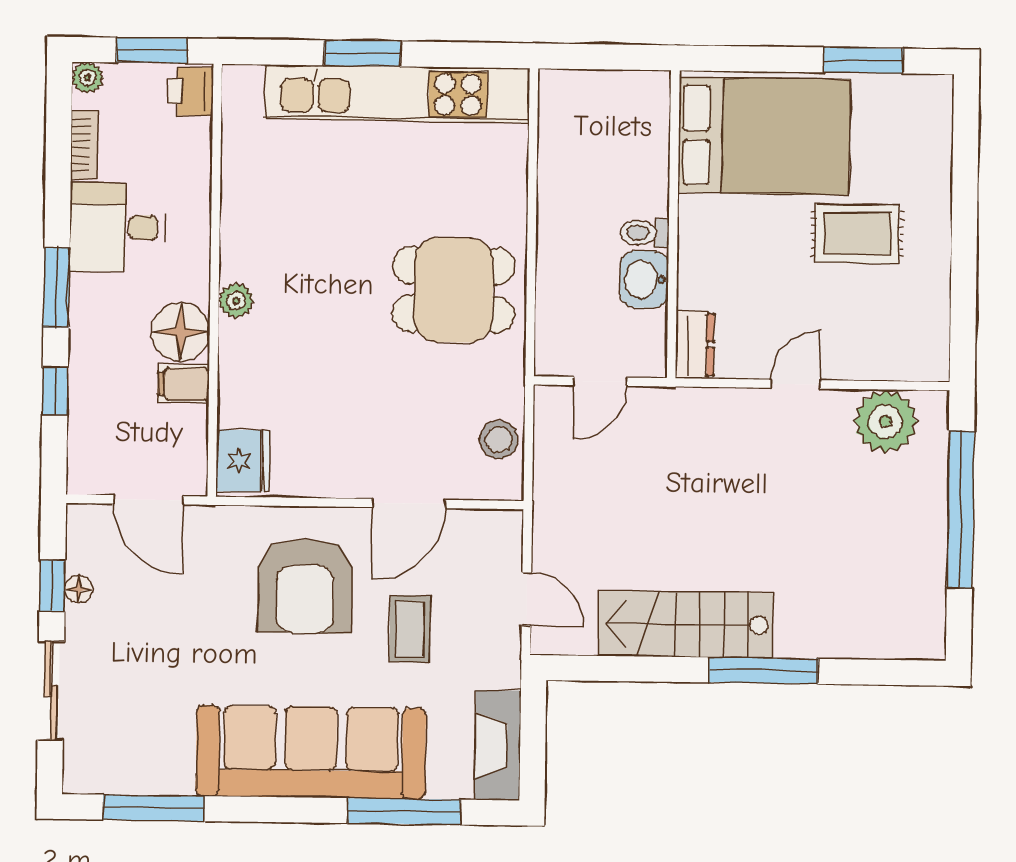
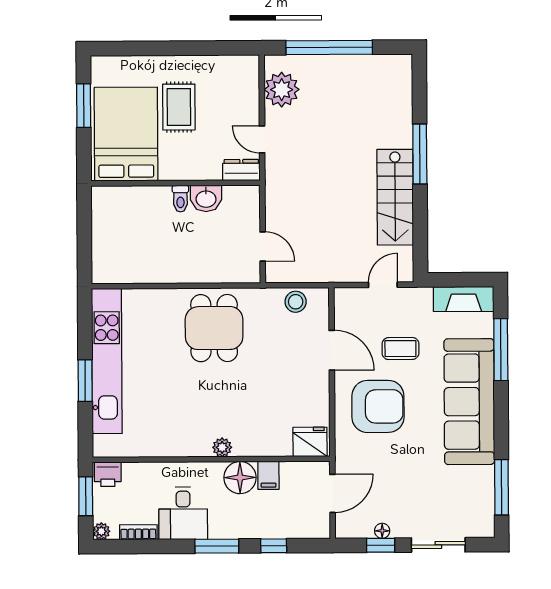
bed: (764, 136) -> (126, 134), moved
wall: (673, 224) -> (175, 183), moved
toilet: (645, 233) -> (180, 199), moved
washbasin: (644, 279) -> (206, 198), moved
dresser: (695, 345) -> (241, 170), moved

